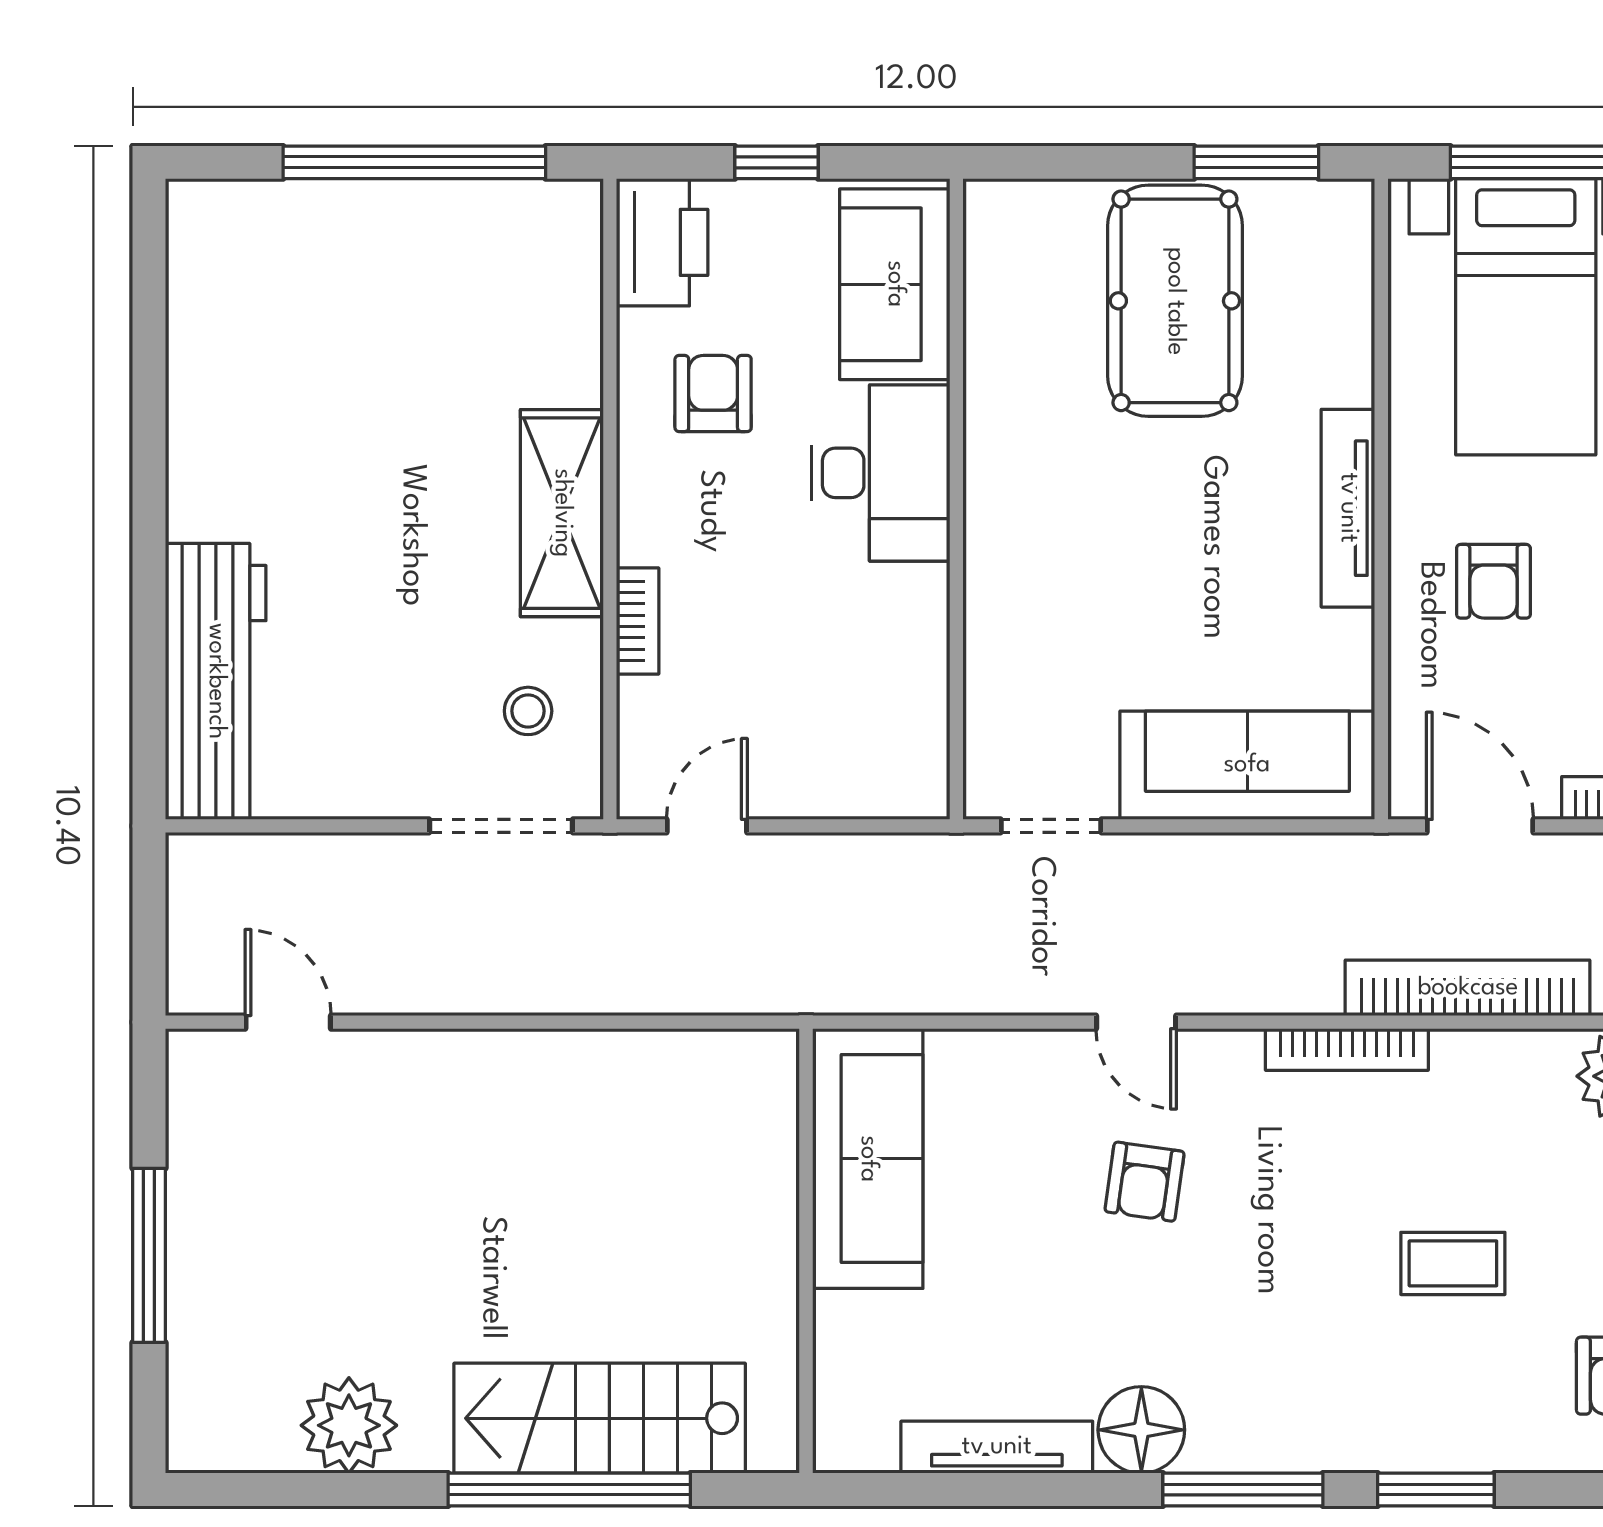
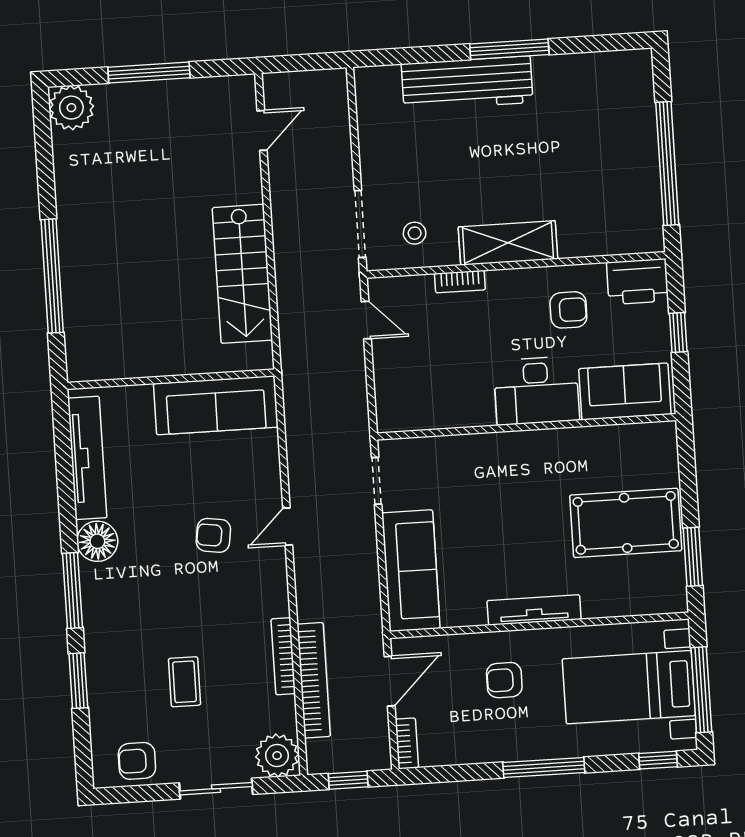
window: (149, 483) -> (509, 49), added
workbench: (216, 681) -> (467, 83), moved
bookcase: (1347, 1049) -> (283, 656), moved
stairs: (600, 1418) -> (242, 274), moved, turned 180
plant: (349, 1425) -> (71, 108), moved
tv unit: (997, 1447) -> (87, 458), width x1.36, depth x1.29

